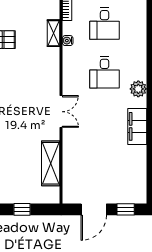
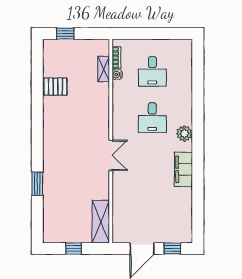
shelving: (54, 33) -> (104, 69), moved
water cooler: (68, 41) -> (117, 75), moved
shelving: (51, 163) -> (101, 222), moved

